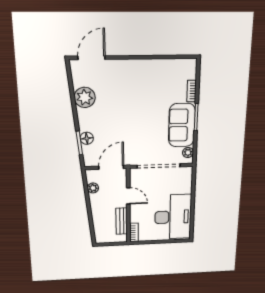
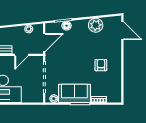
armchair: (143, 89) -> (101, 65), added
door: (111, 167) -> (44, 43), hinge flipped

